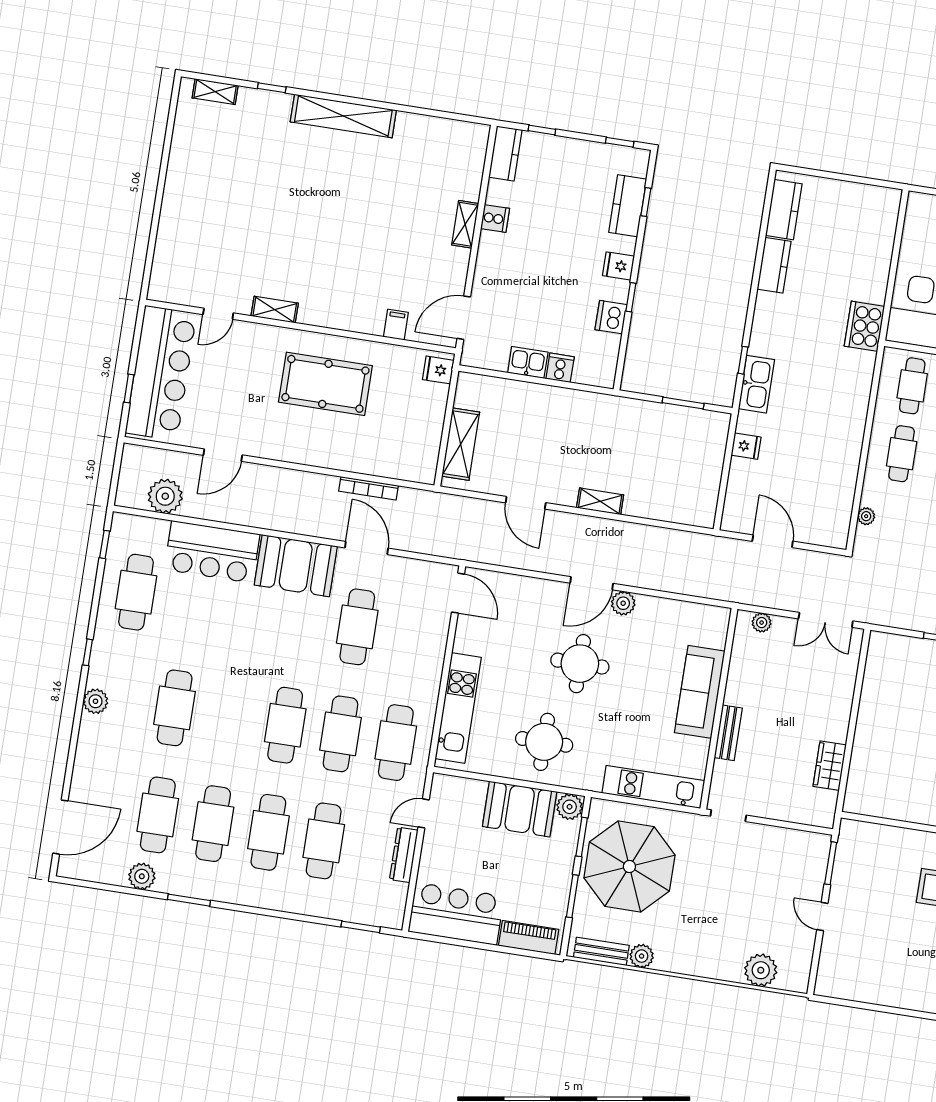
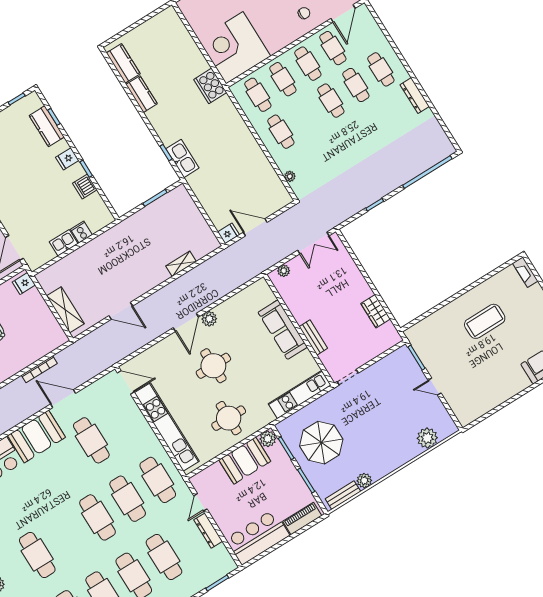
fridge: (746, 446) -> (228, 233), moved
shelving: (600, 501) -> (181, 264), moved
kitchen unit: (458, 708) -> (167, 427), width x1.36
parasol: (629, 866) -> (321, 443), width x0.73, depth x0.73

